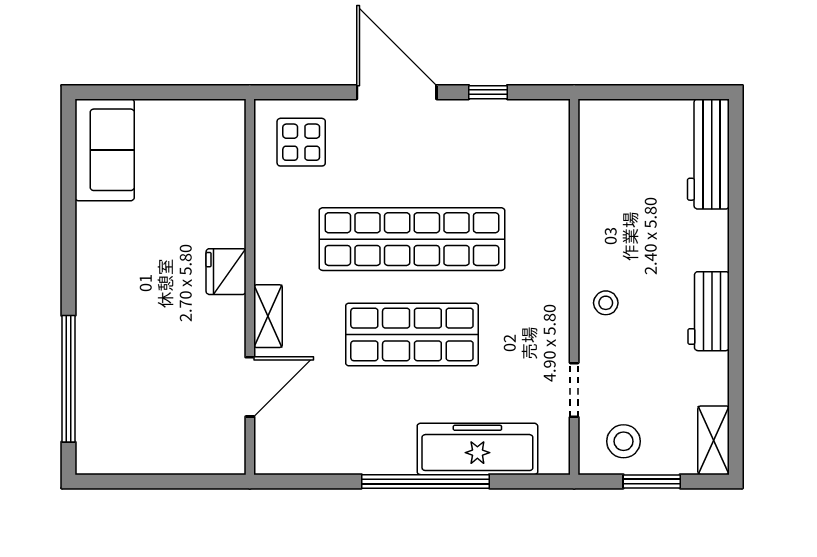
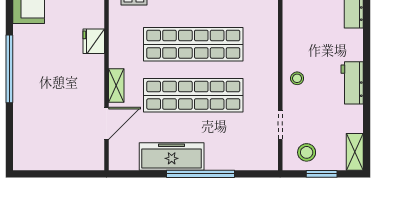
fridge: (226, 272) -> (94, 41), moved
shop shelf: (412, 334) -> (193, 95), width x1.40
window: (68, 379) -> (9, 69), moved
freezer: (477, 449) -> (172, 157), moved

